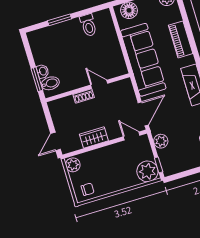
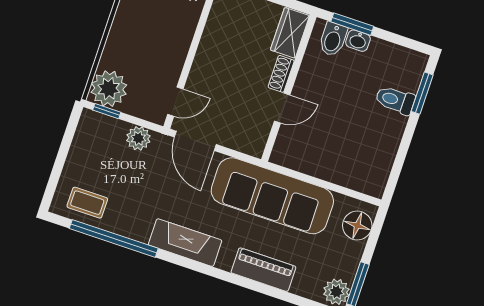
window: (60, 20) -> (422, 93), moved
toilet: (88, 25) -> (395, 100), moved
wardrobe: (94, 138) -> (290, 33), moved, turned 180

